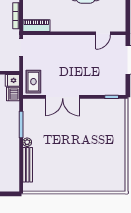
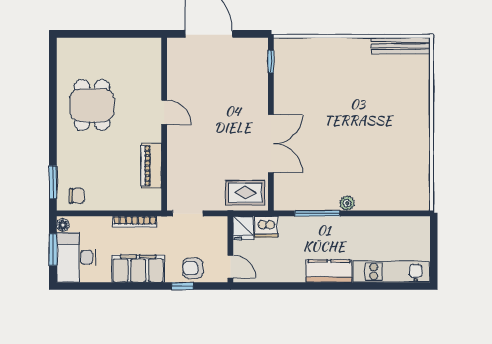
piano: (36, 26) -> (151, 166), moved
door: (103, 33) -> (164, 112), moved
bench: (28, 165) -> (401, 46), moved

